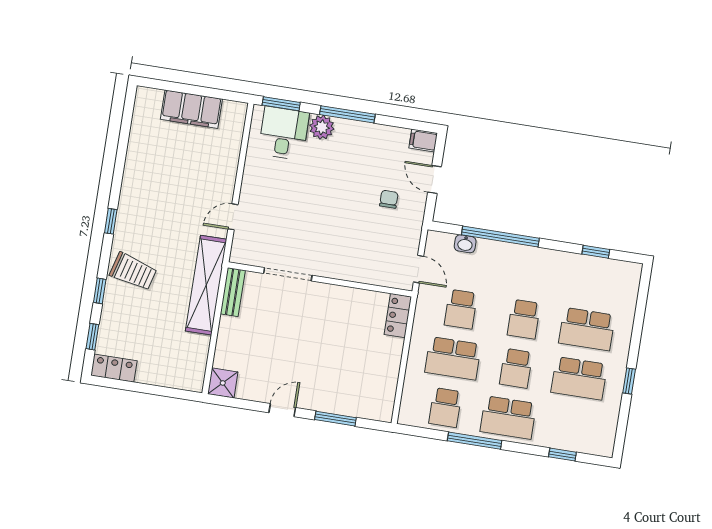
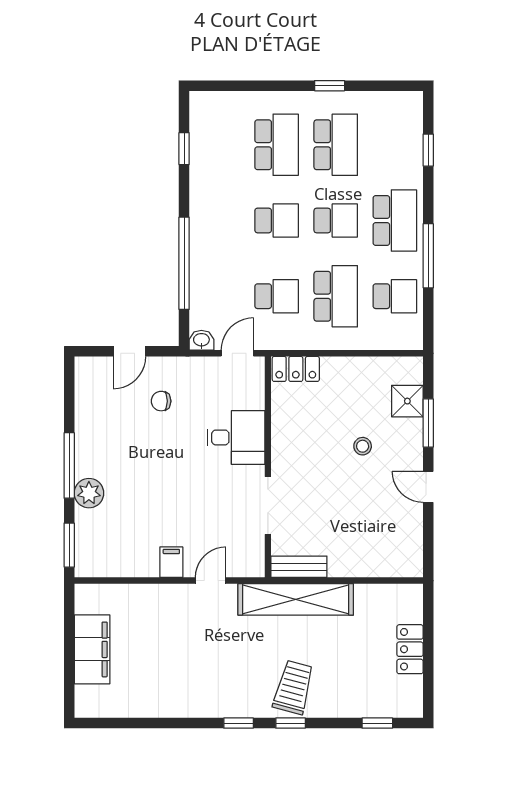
desk: (284, 133) -> (236, 437), moved, turned 180
filing cabinet: (423, 140) -> (171, 562), moved, turned 180
door: (233, 217) -> (211, 581), swing flipped
washbasin: (465, 244) -> (201, 340), moved, turned -90
window: (100, 291) -> (291, 723), moved
stool: (325, 361) -> (363, 446), added
locker: (114, 368) -> (410, 649), moved
shower: (223, 383) -> (407, 401), moved

